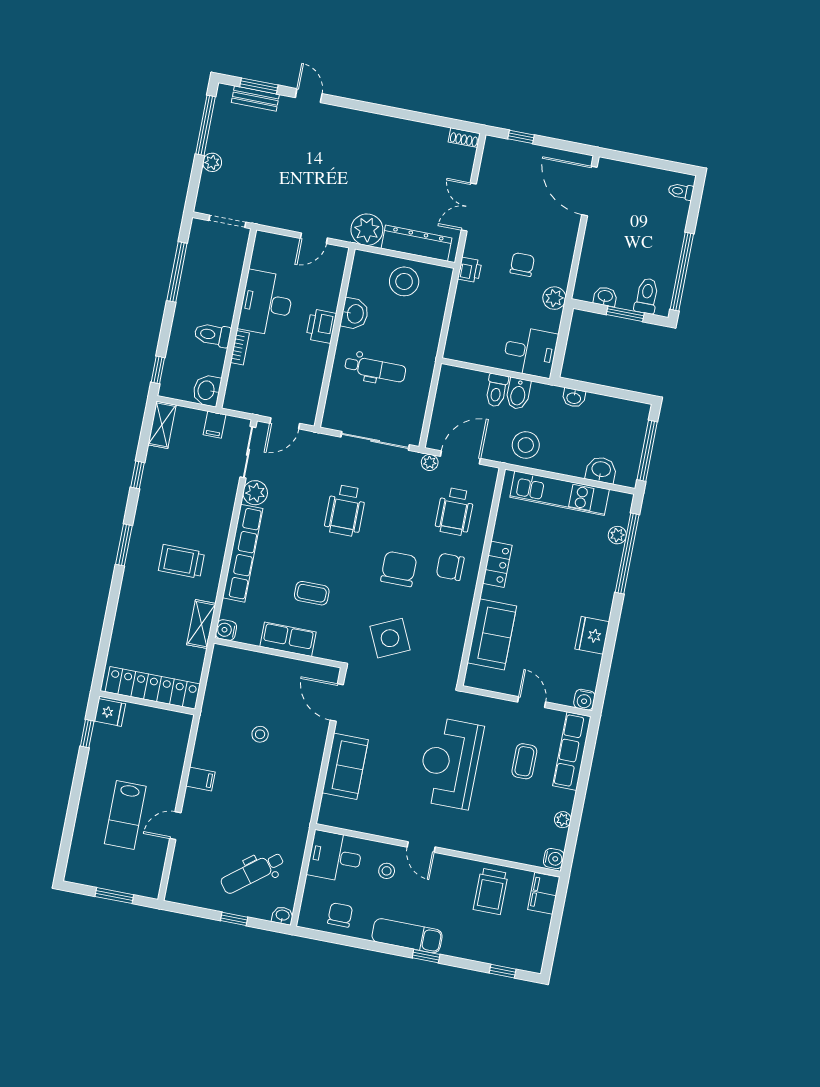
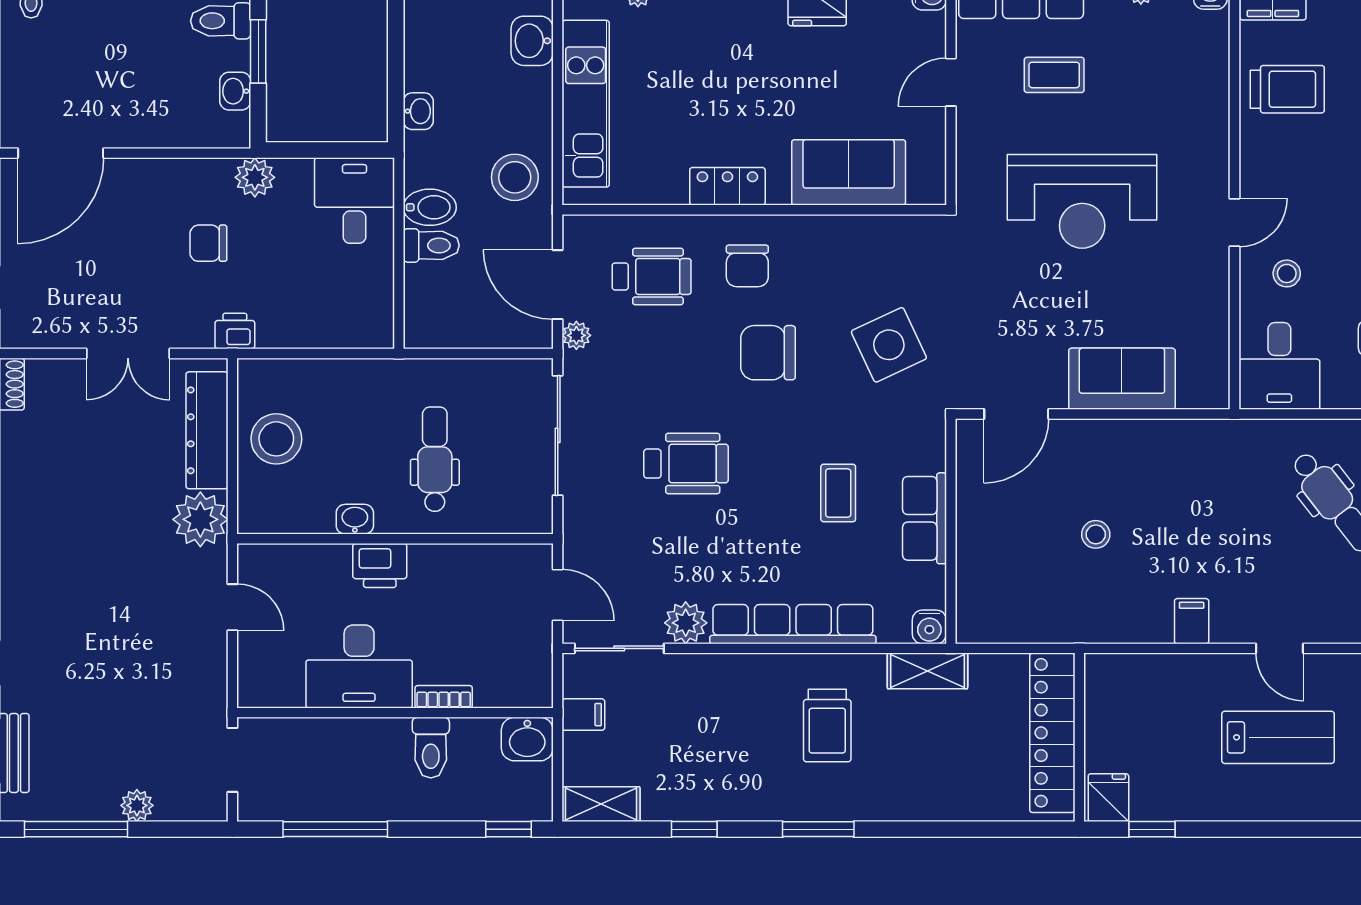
washbasin: (355, 314) -> (355, 519), width x0.72, depth x0.69

